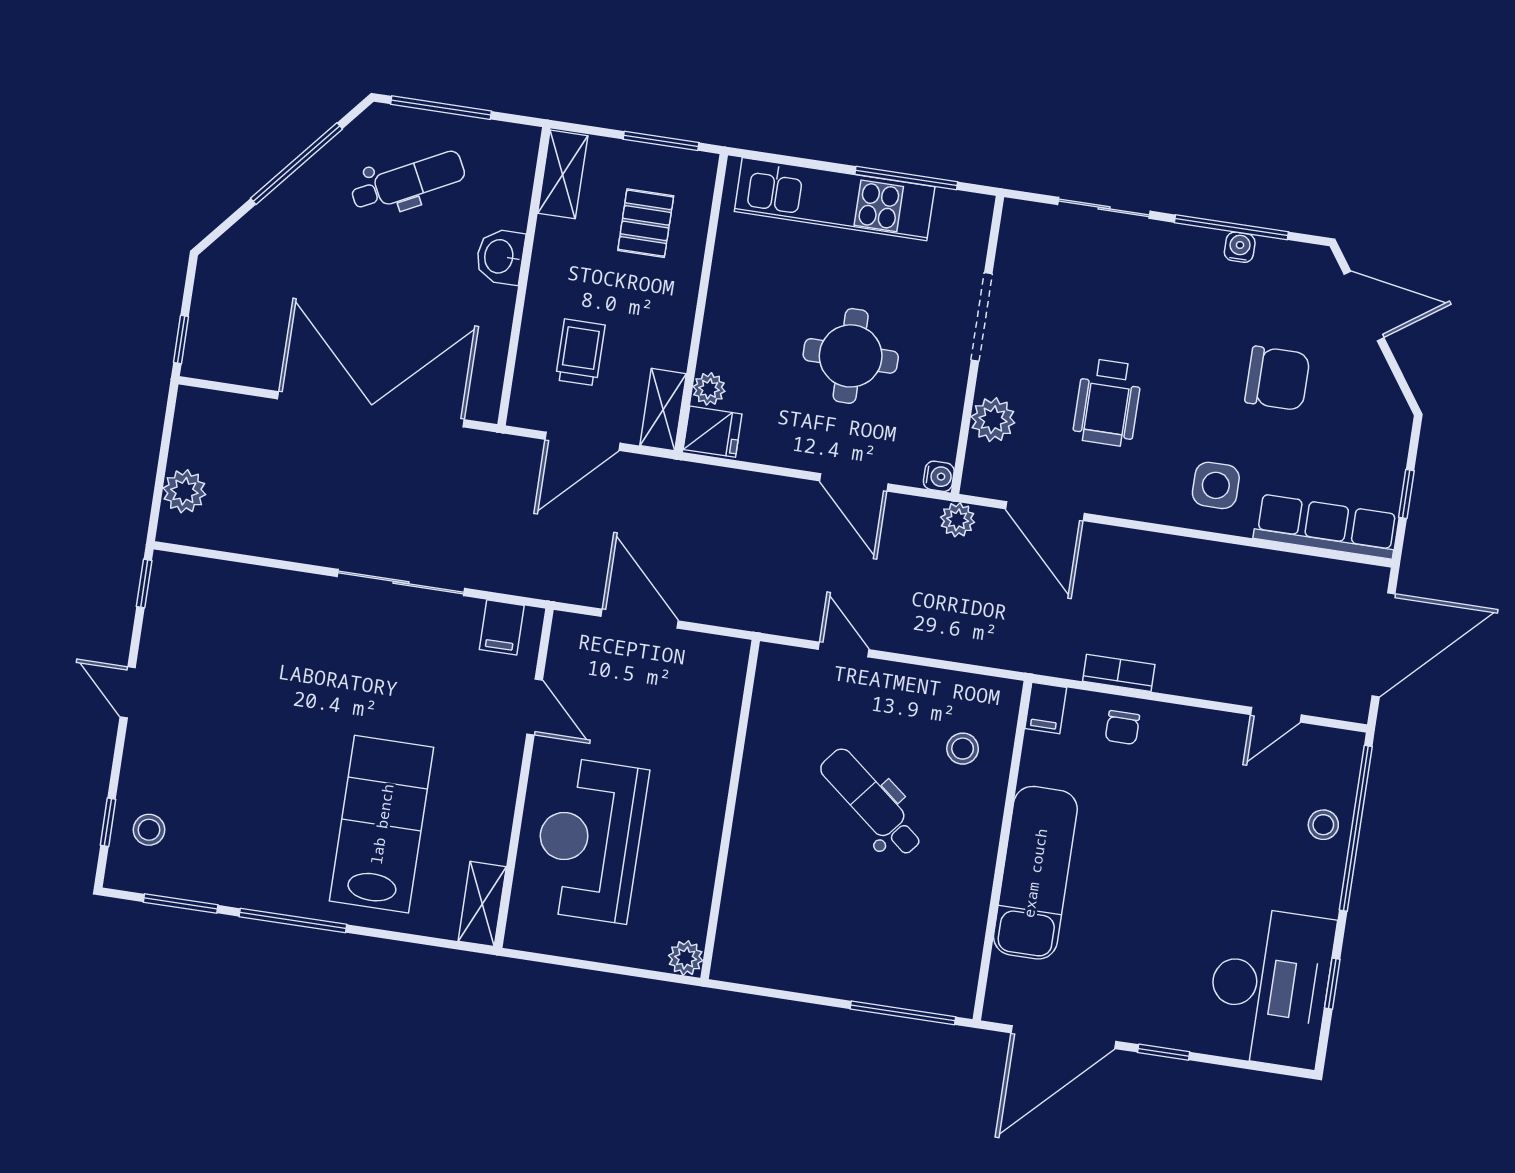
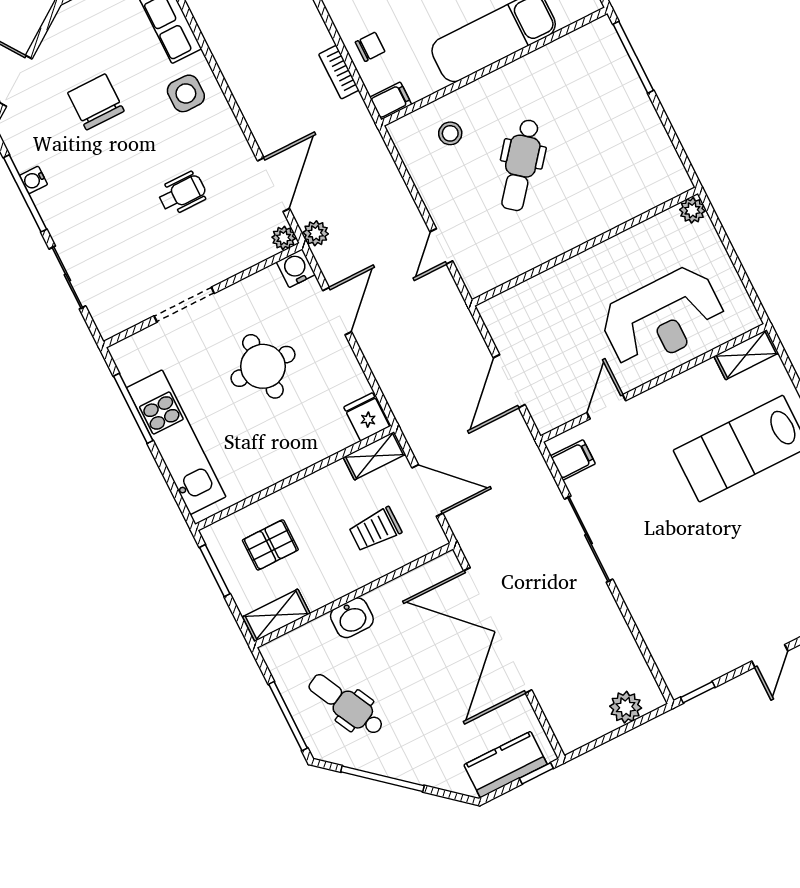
kitchen counter: (215, 312) -> (506, 765), added
plant: (709, 389) -> (343, 437), removed
wheelchair: (1107, 402) -> (182, 193), width x0.73, depth x0.73
plant: (993, 420) -> (284, 238), moved, width x0.73, depth x0.73
water cooler: (939, 476) -> (296, 268), width x1.38, depth x1.38

